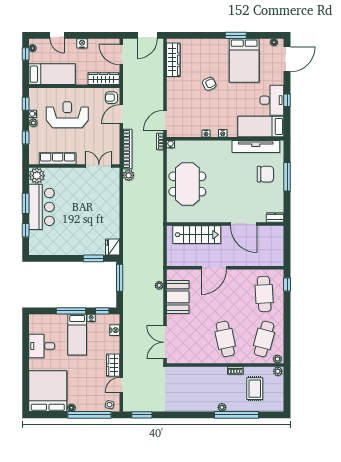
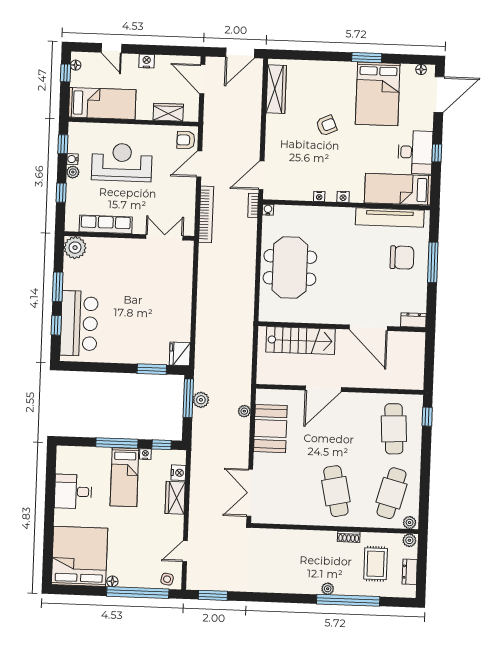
wardrobe: (104, 79) -> (168, 112), width x0.67
plant: (129, 175) -> (201, 400), moved
bar counter: (42, 207) -> (79, 323), moved
wardrobe: (113, 365) -> (175, 498), moved
dresser: (279, 393) -> (410, 572), added

